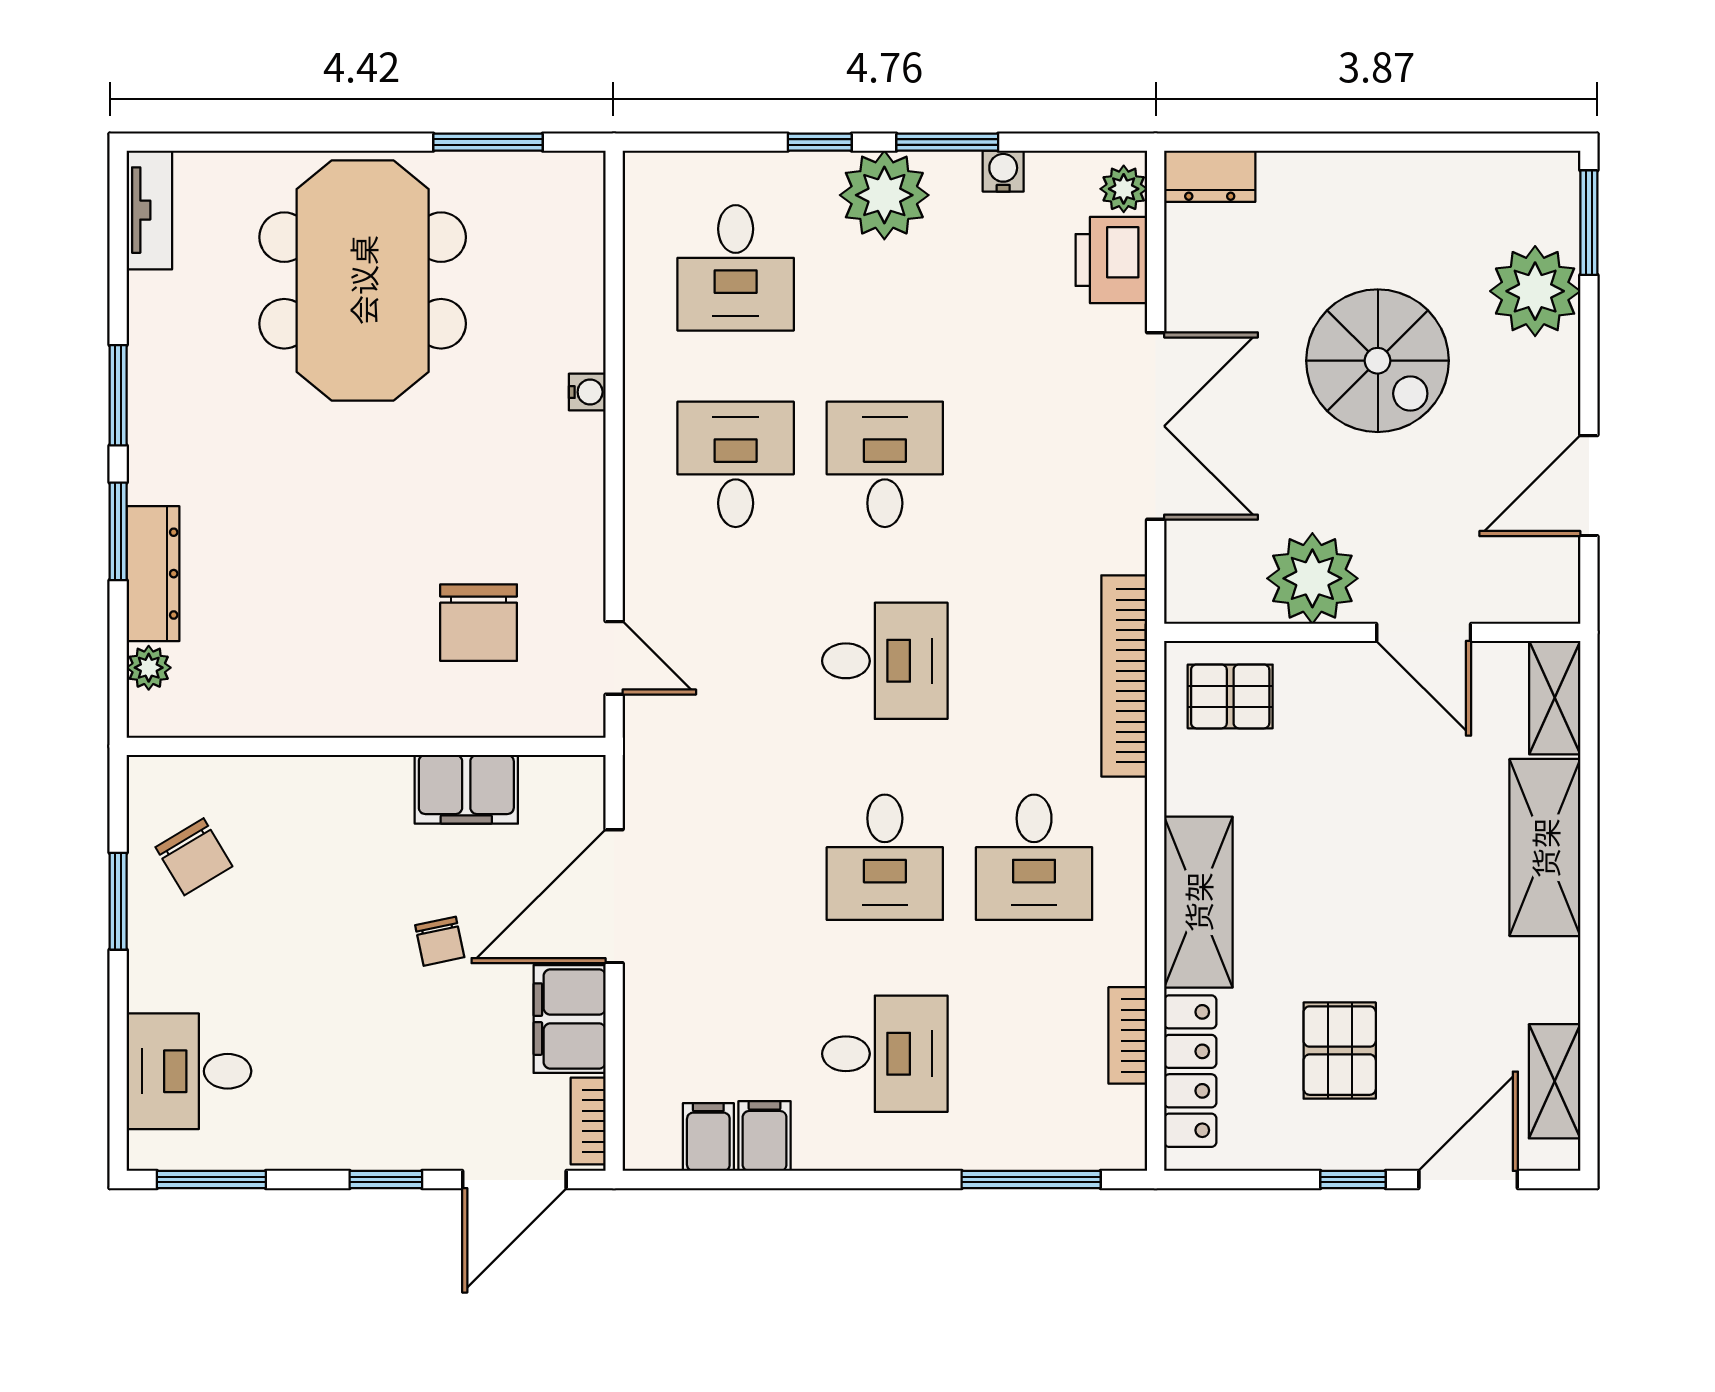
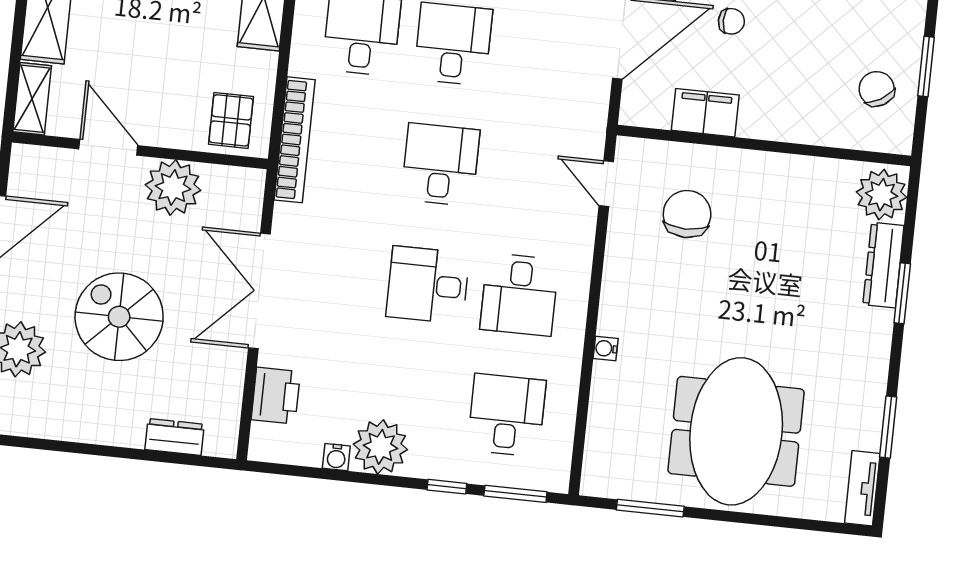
window: (947, 142) -> (515, 494), moved
dresser: (1210, 176) -> (175, 437), moved
plant: (1124, 189) -> (264, 438), removed
plant: (884, 195) -> (380, 447), moved
window: (118, 395) -> (888, 427), moved
desk: (885, 464) -> (428, 285), turned 90
desk: (885, 661) -> (440, 164), turned 90
plant: (149, 668) -> (882, 195), width x1.88, depth x1.88
pallet: (1230, 696) -> (231, 120), turned 90
chair: (440, 941) -> (731, 21), turned 102

